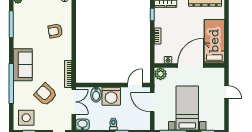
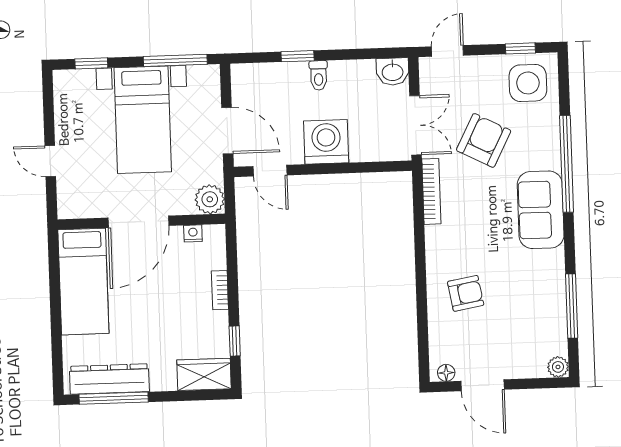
door: (135, 85) -> (270, 171), hinge flipped
armchair: (46, 94) -> (484, 140), turned -106
bidet: (96, 95) -> (363, 144), removed
double door: (74, 102) -> (416, 125), swing flipped

